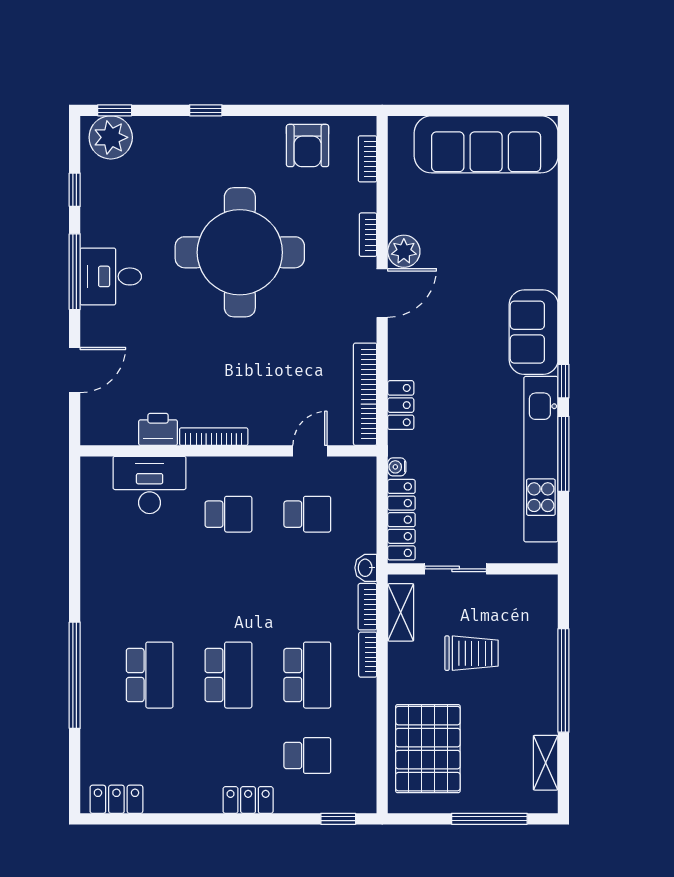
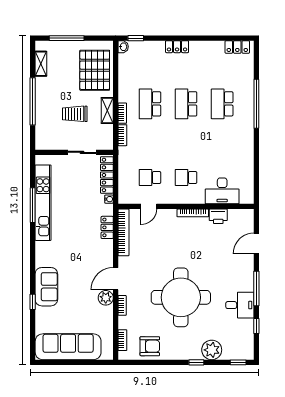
plant: (111, 137) -> (212, 350), moved
armchair: (308, 146) -> (150, 346), turned 90
desk: (111, 276) -> (240, 305), moved
sofa: (534, 332) -> (46, 287), moved
window: (563, 381) -> (33, 302), moved
washbasin: (366, 568) -> (123, 47), moved
shelving: (401, 612) -> (107, 110), moved
school desk: (307, 756) -> (150, 67), removed

